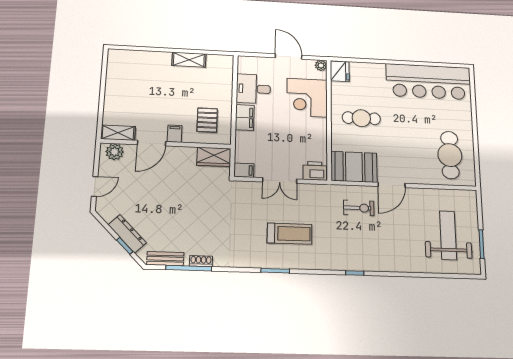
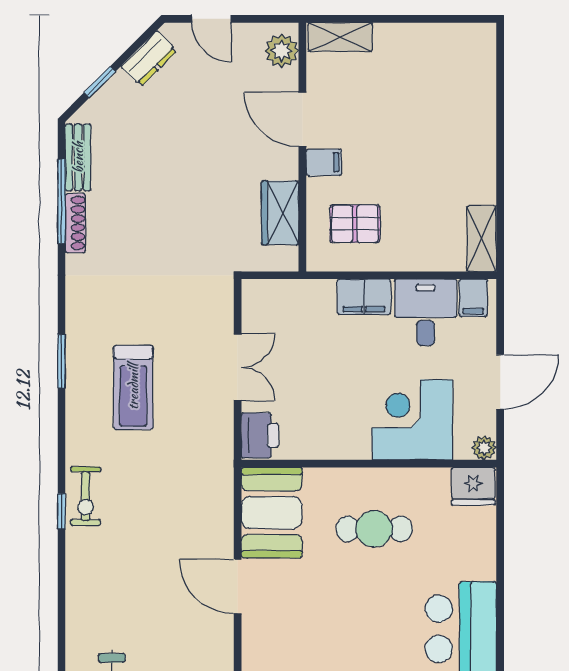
shelving: (189, 60) -> (482, 239), moved
cafe table: (361, 118) -> (374, 529), turned 90
shelving: (118, 133) -> (340, 37), moved, turned 90
wardrobe: (214, 157) -> (280, 213), moved
filing cabinet: (244, 170) -> (473, 298), moved
double door: (280, 181) -> (238, 367), swing flipped
exercise bike: (359, 208) -> (86, 496), moved
dresser: (127, 234) -> (149, 59), moved, width x0.70
shoe rack: (201, 261) -> (75, 223), width x1.43

